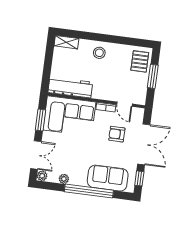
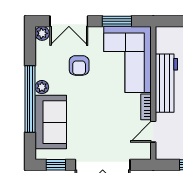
workbench: (70, 87) -> (166, 83), moved
armchair: (117, 134) -> (79, 65), moved, turned 180
plant: (64, 179) -> (42, 87), moved

